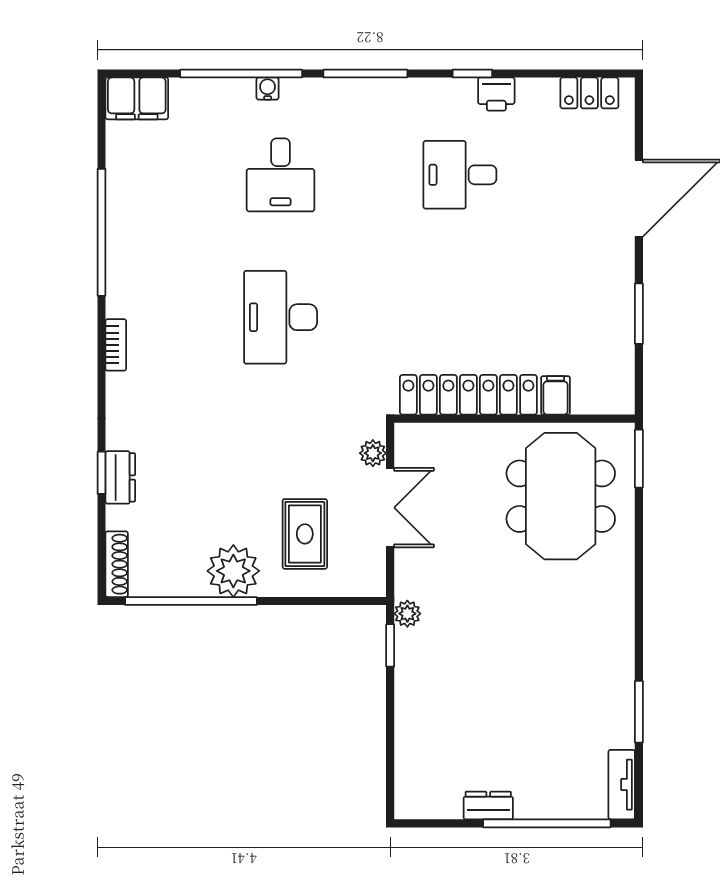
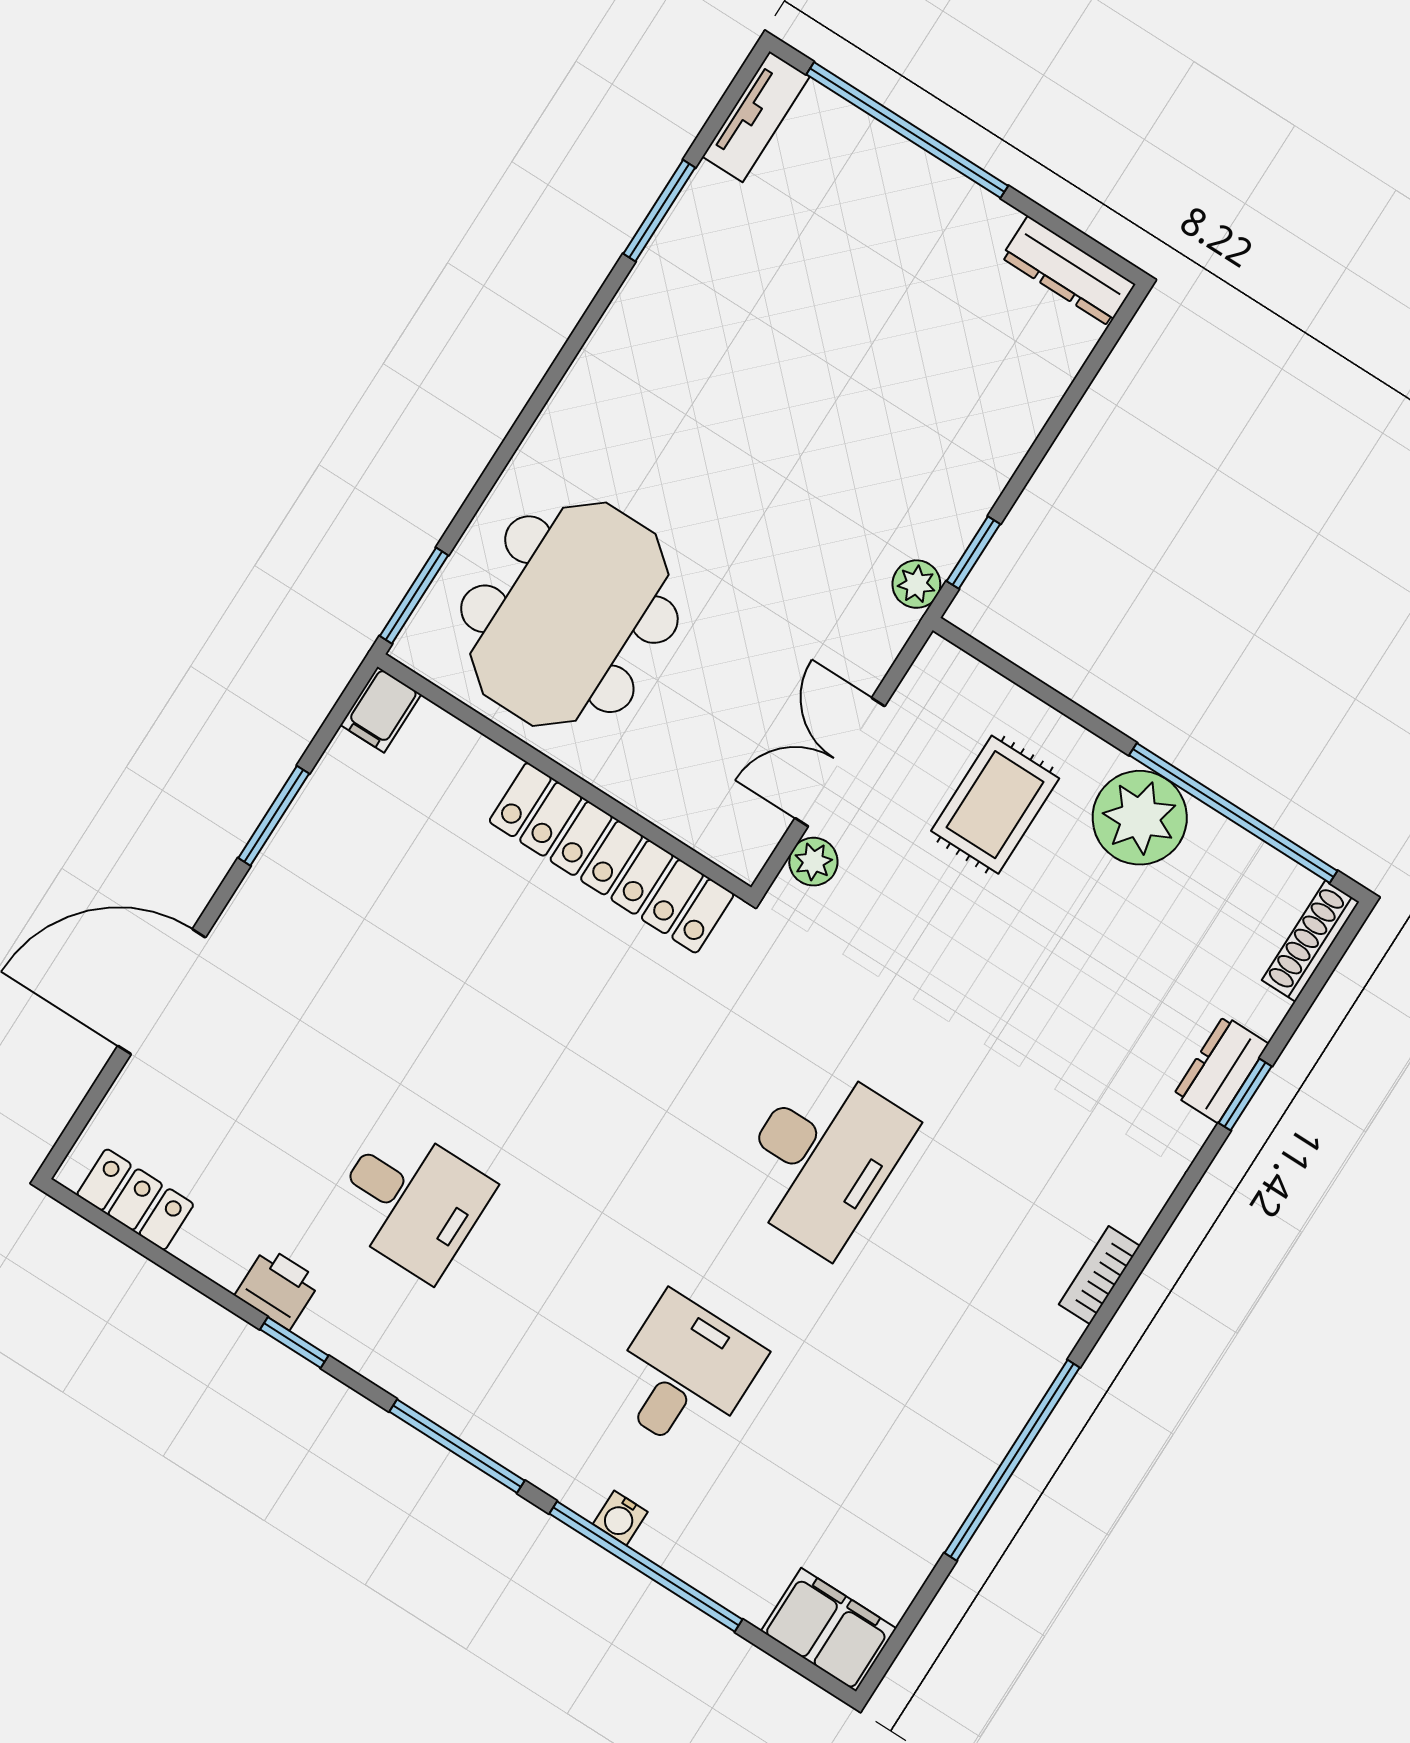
filing cabinet: (556, 395) -> (381, 710), moved
dresser: (488, 805) -> (1068, 271), moved, width x1.44

